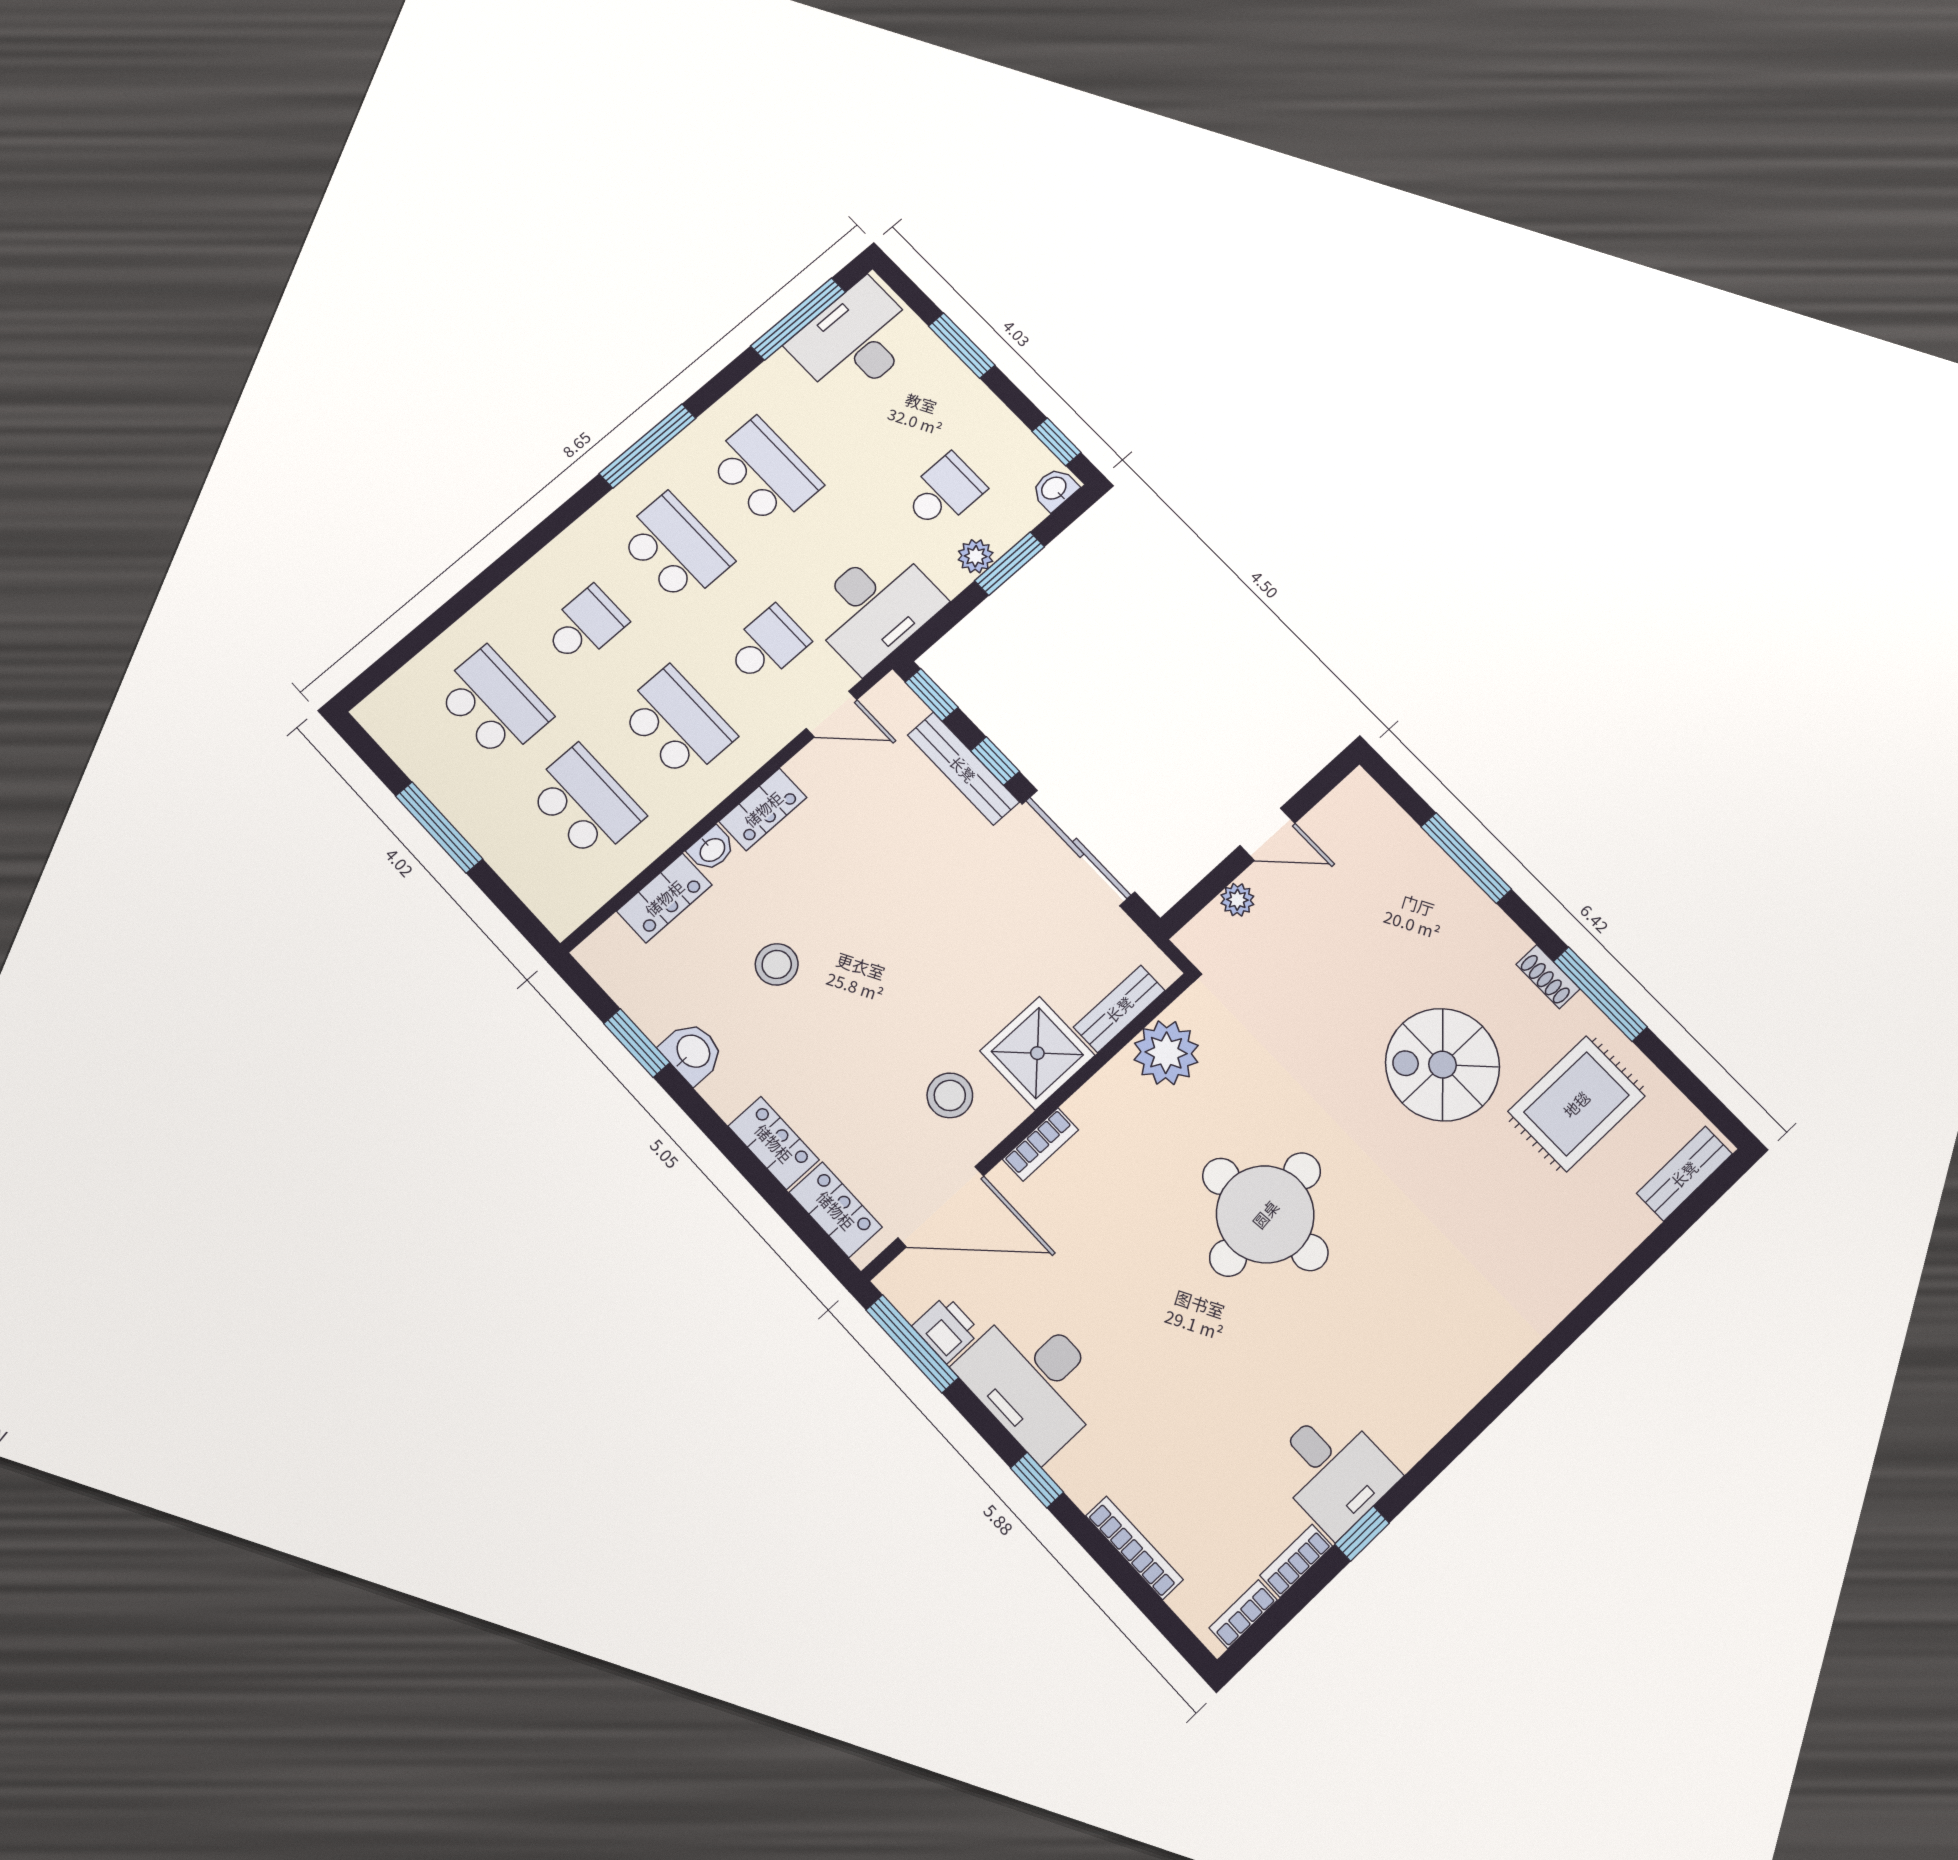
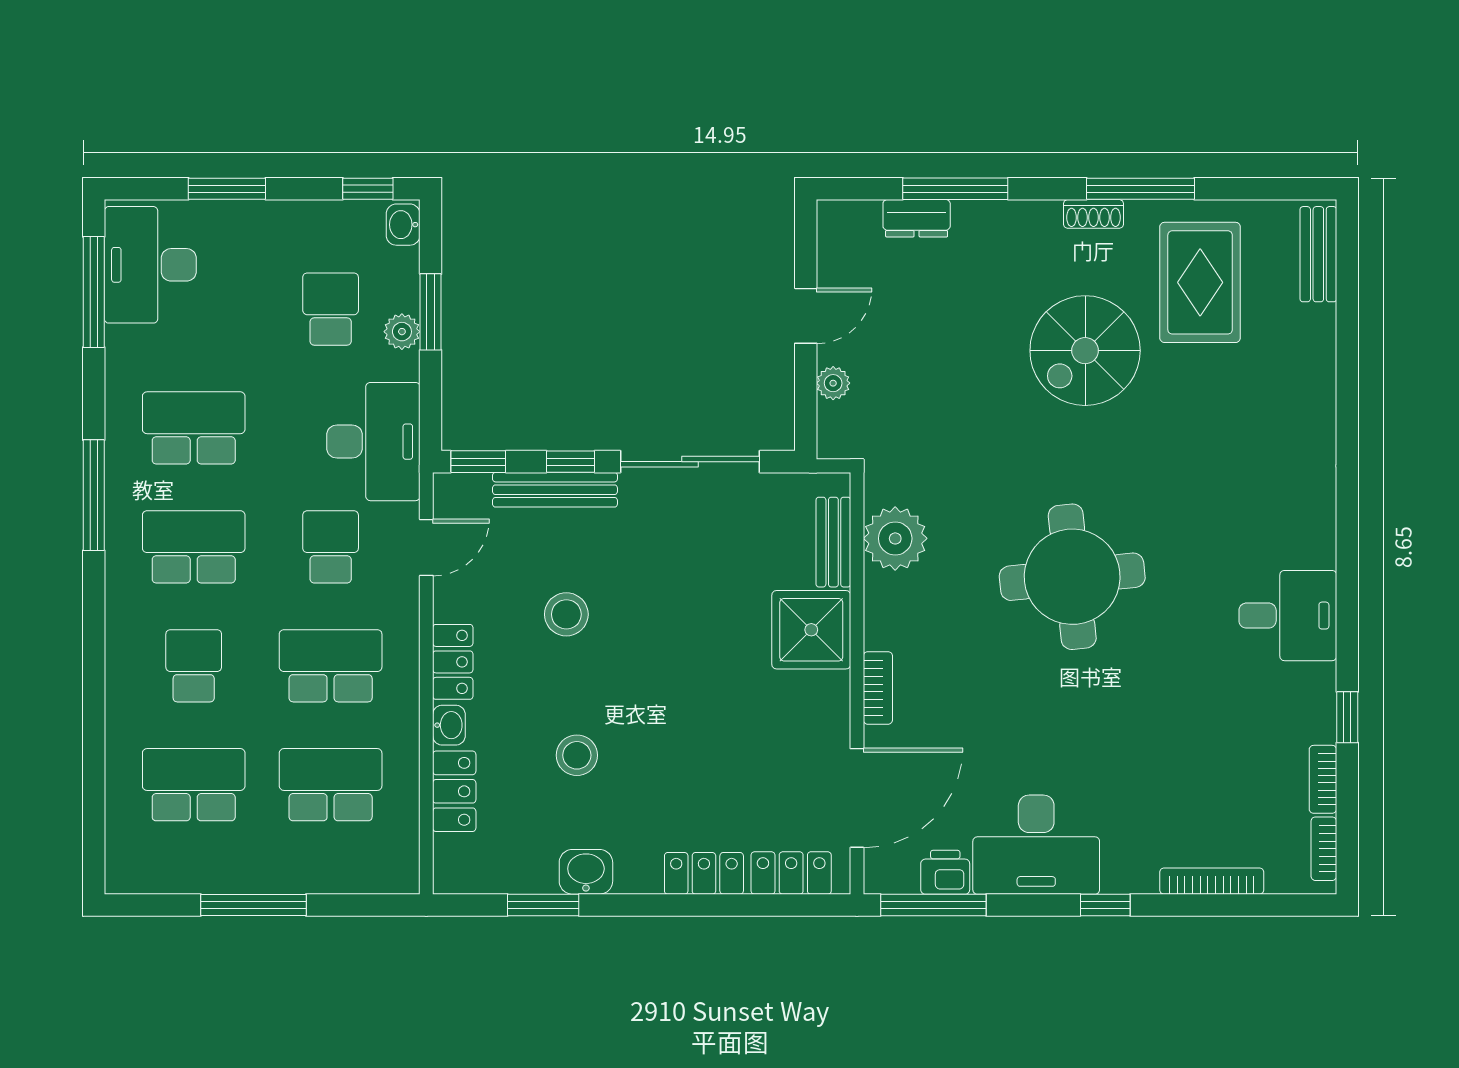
dresser: (1417, 850) -> (917, 218), added
stool: (950, 1095) -> (566, 614), moved
desk: (1333, 1471) -> (1288, 616), moved

